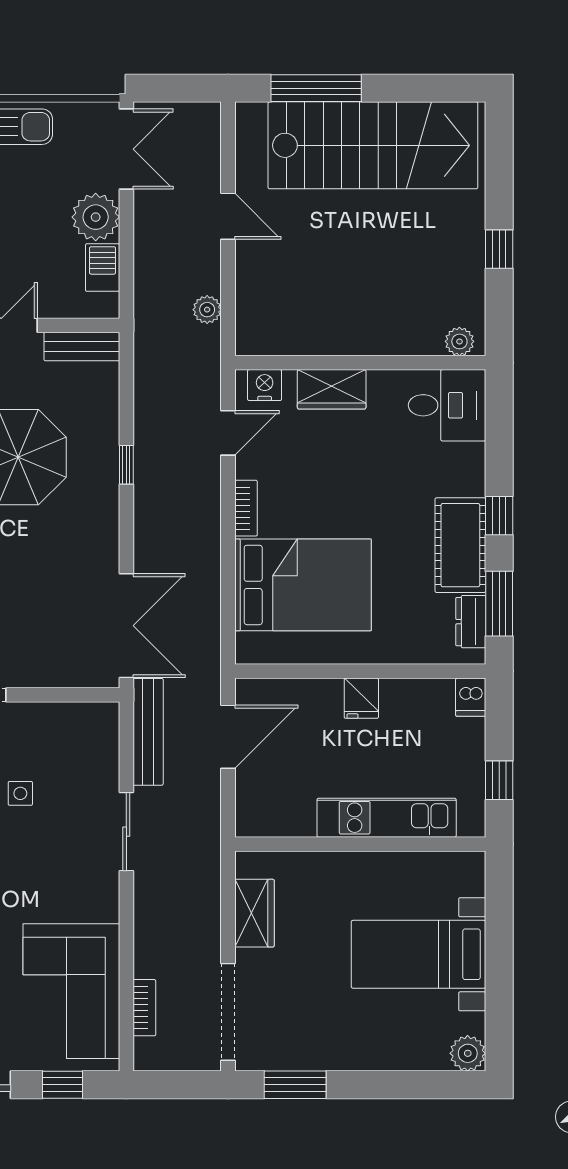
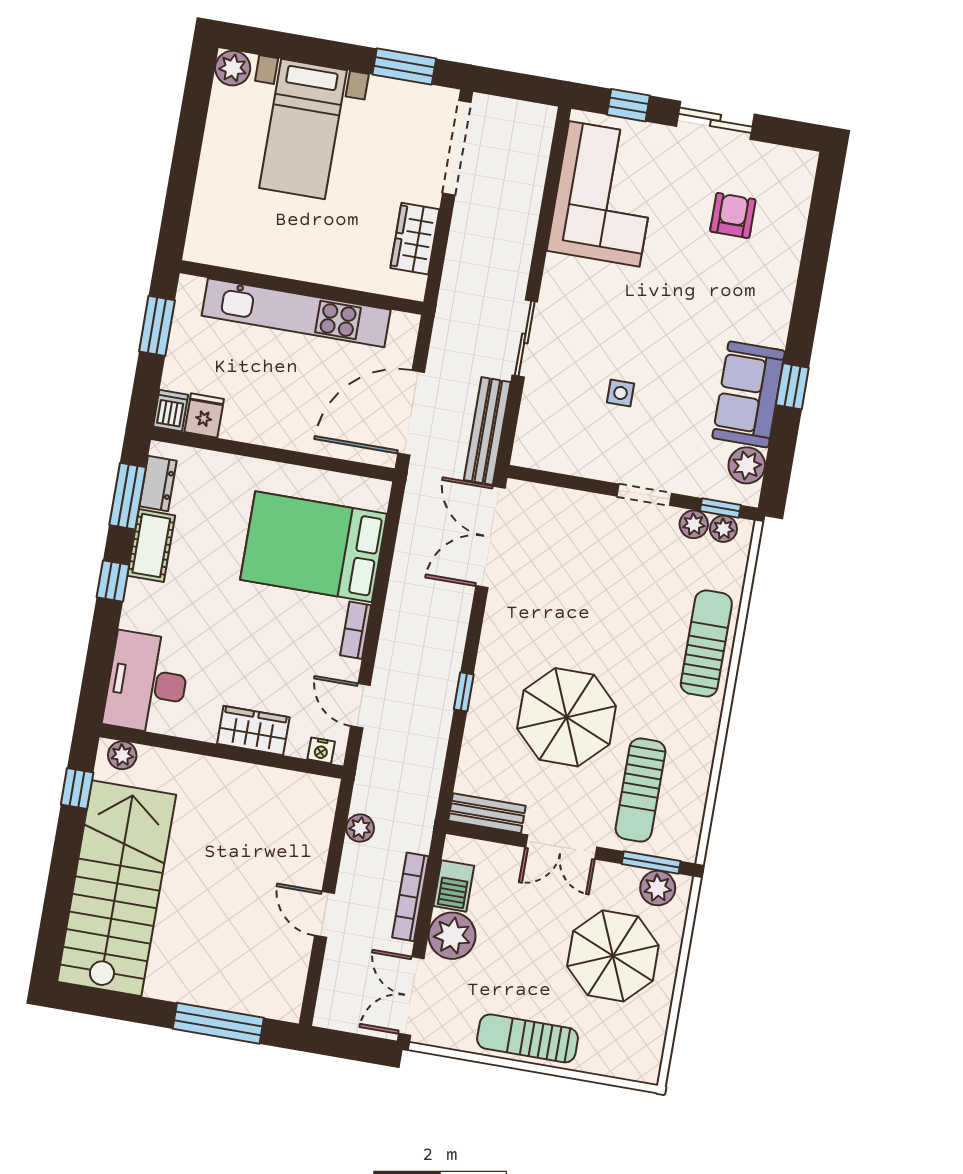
stairs: (373, 145) -> (117, 888), moved, turned 90
window: (499, 249) -> (77, 788), moved
nightstand: (265, 385) -> (321, 750), width x0.72, depth x0.74
desk: (447, 405) -> (147, 683), width x1.37
door: (228, 433) -> (360, 706), hinge flipped
cot: (460, 545) -> (151, 546), width x0.73, depth x0.75
fridge: (361, 698) -> (204, 415), moved
door: (228, 737) -> (411, 413), width x1.36
window: (499, 780) -> (157, 326), width x1.50
kitchen unit: (387, 818) -> (296, 313), width x1.36
bed with nightstands: (418, 954) -> (303, 129), moved, turned 90
bookcase: (144, 1008) -> (410, 897), moved, width x1.56

